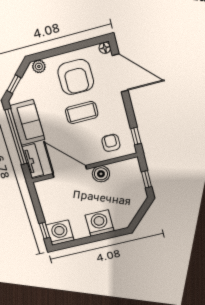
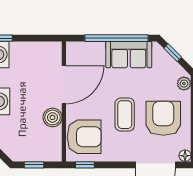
armchair: (76, 77) -> (163, 118), turned 90
armchair: (111, 143) -> (84, 137), width x1.88, depth x1.88
tv unit: (33, 161) -> (86, 48), removed

